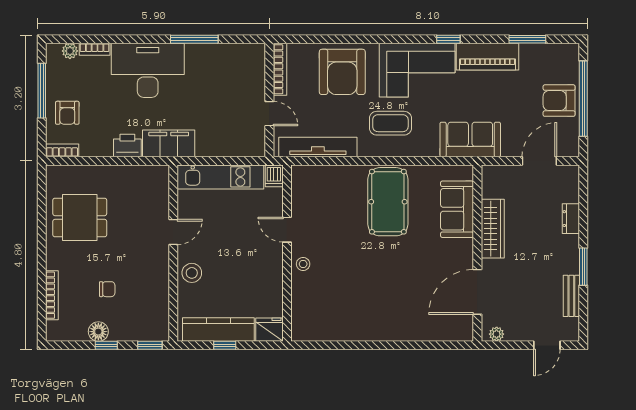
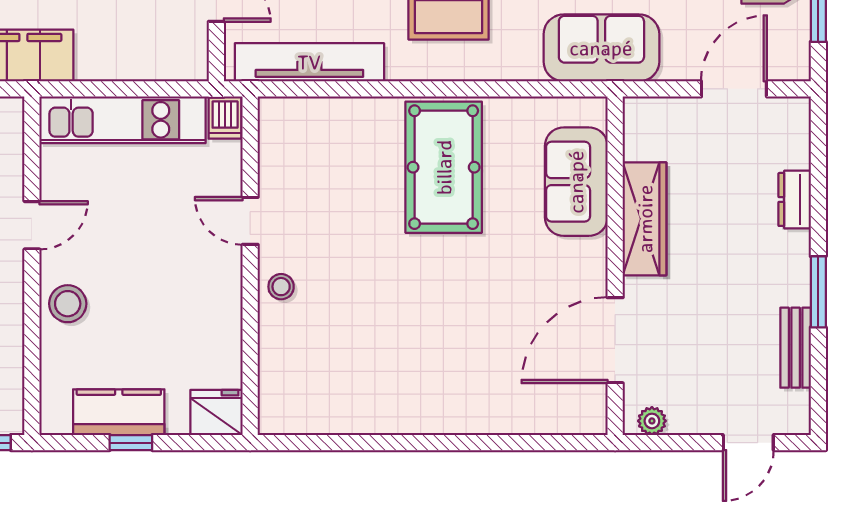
kitchen counter: (218, 329) -> (119, 412), width x0.67

